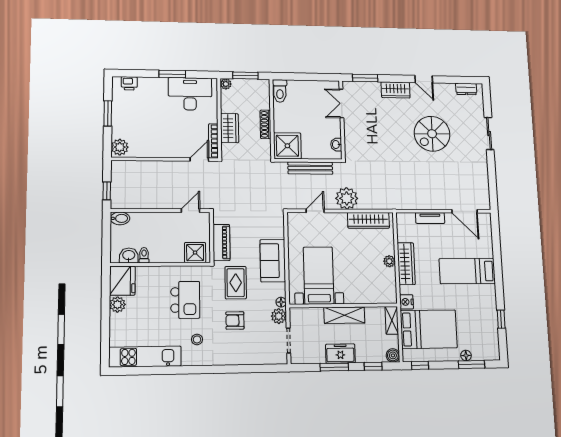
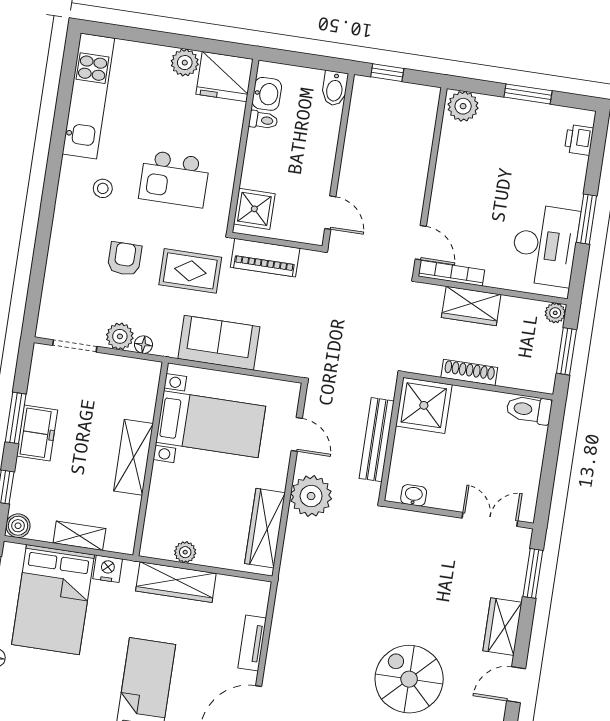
bed with nightstands: (319, 275) -> (211, 424), moved
wall: (344, 306) -> (151, 459), moved
shelving: (344, 315) -> (133, 457), moved

